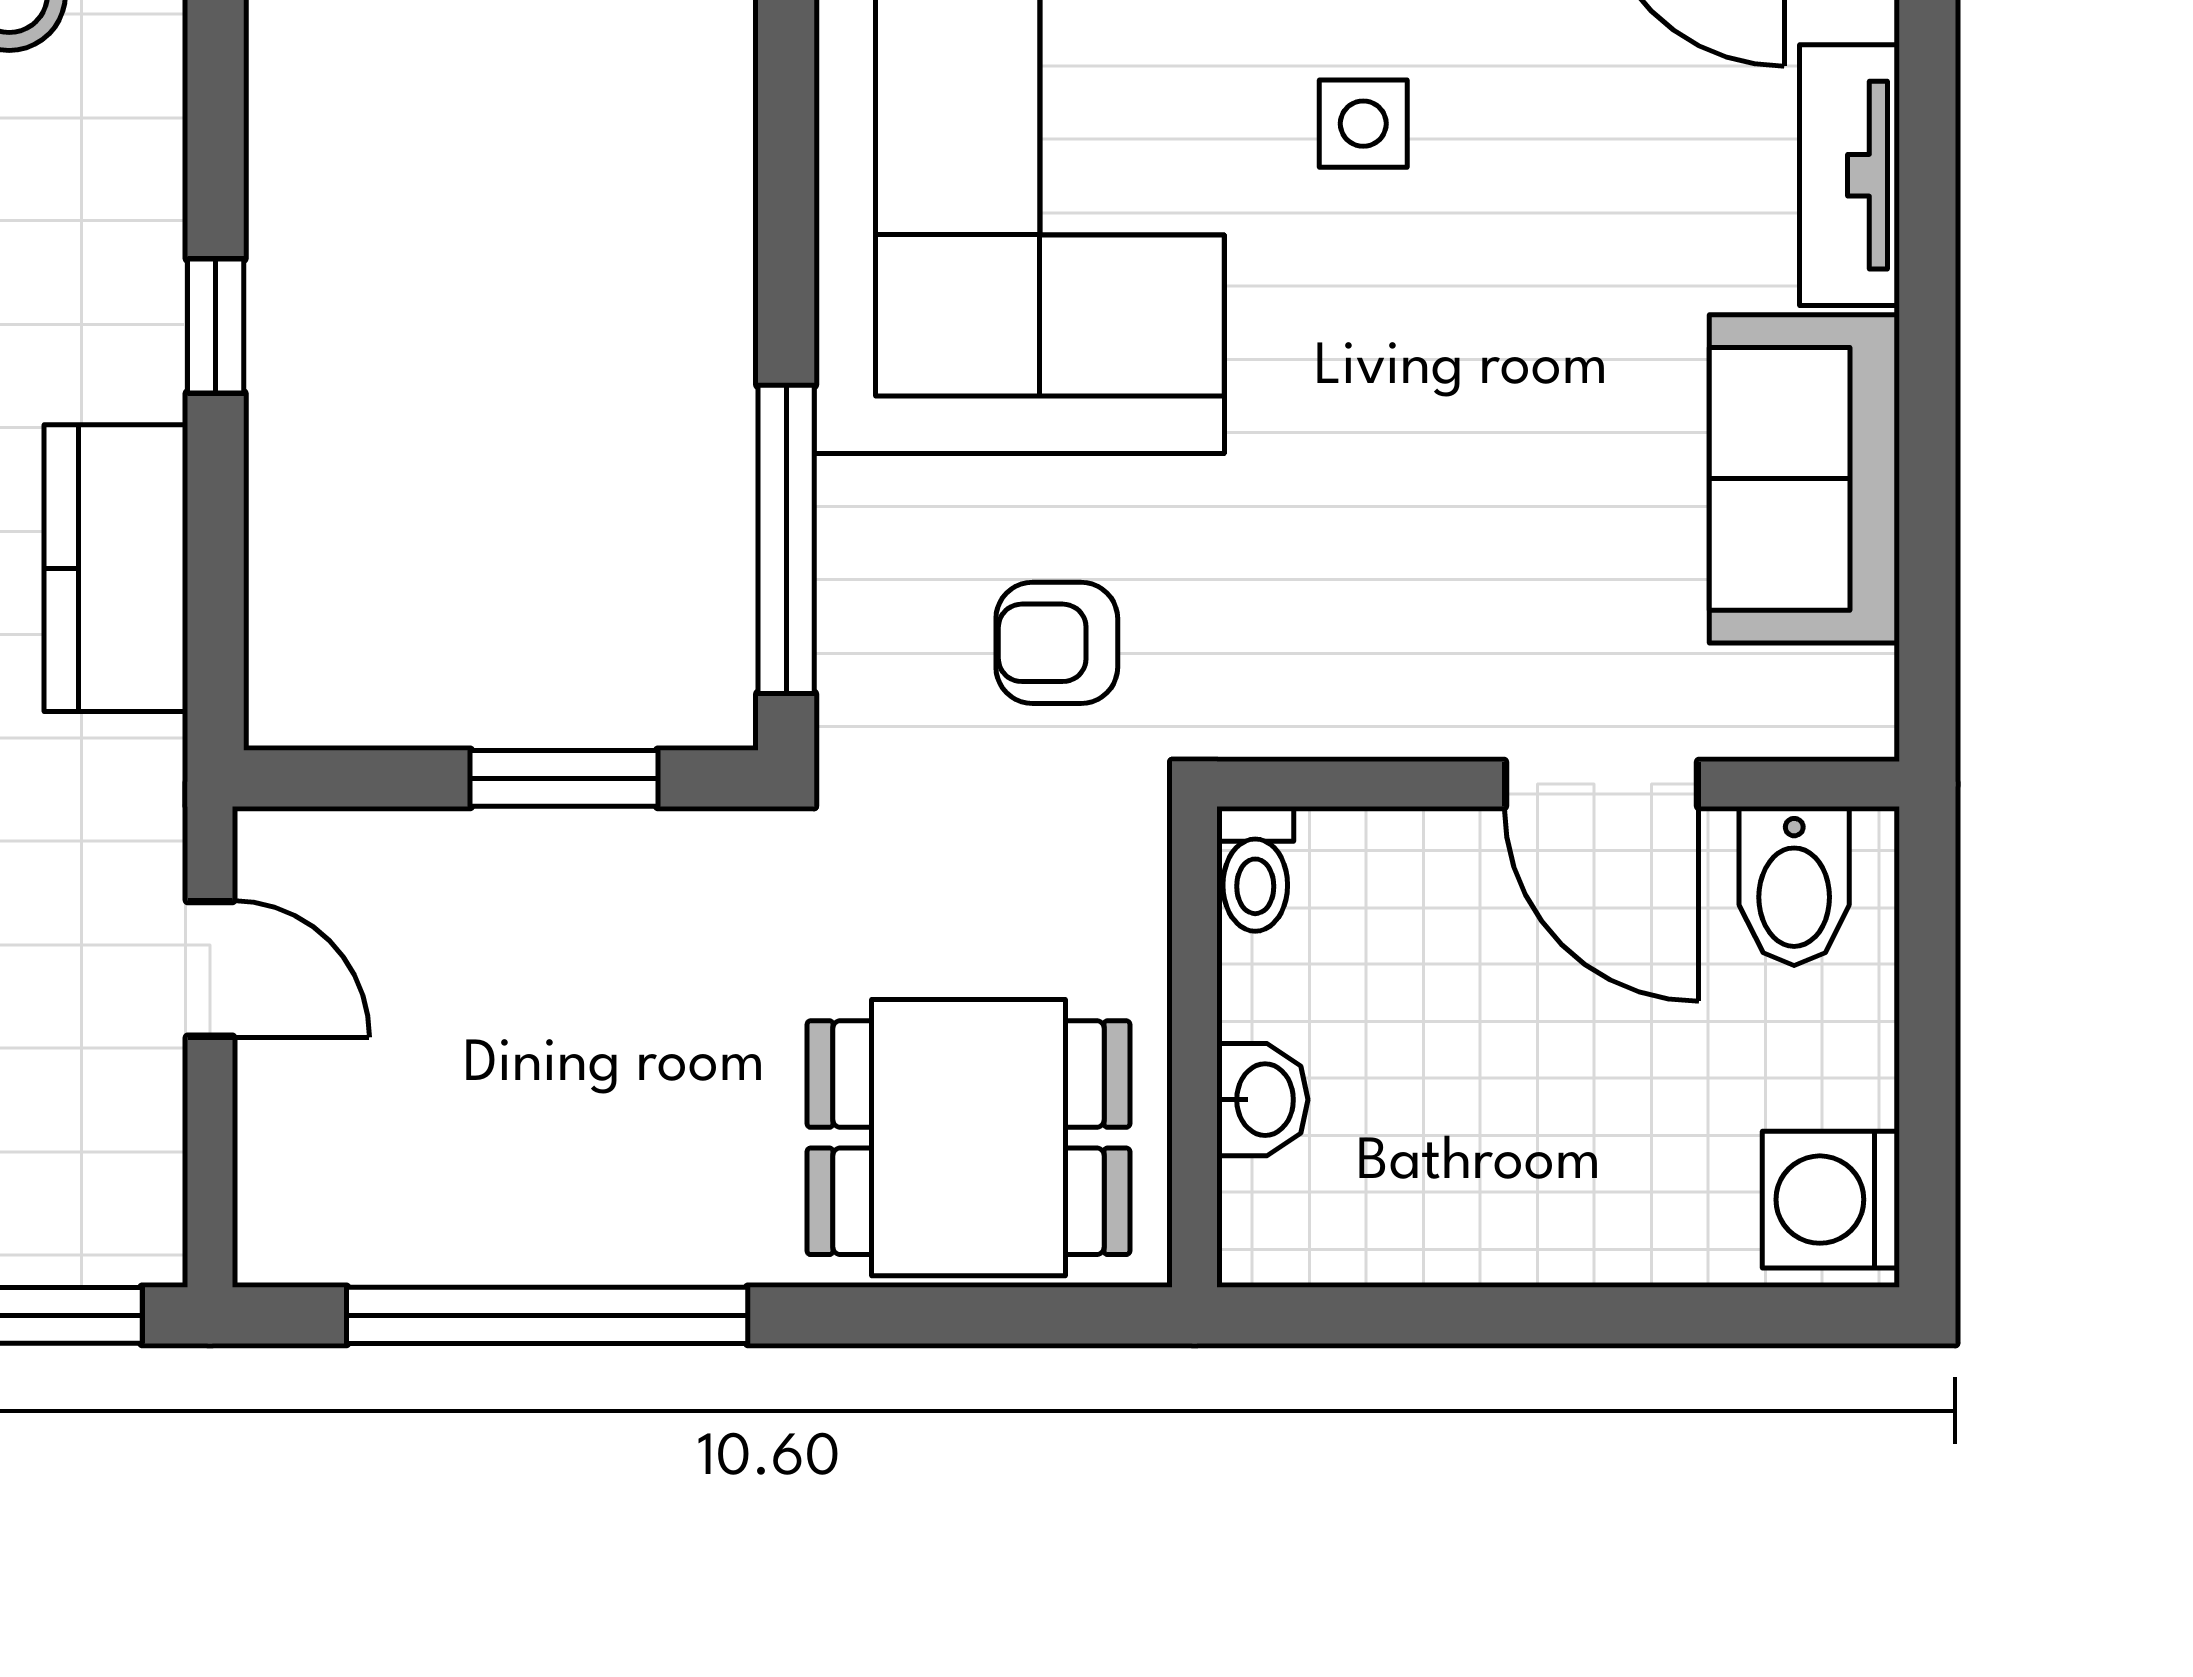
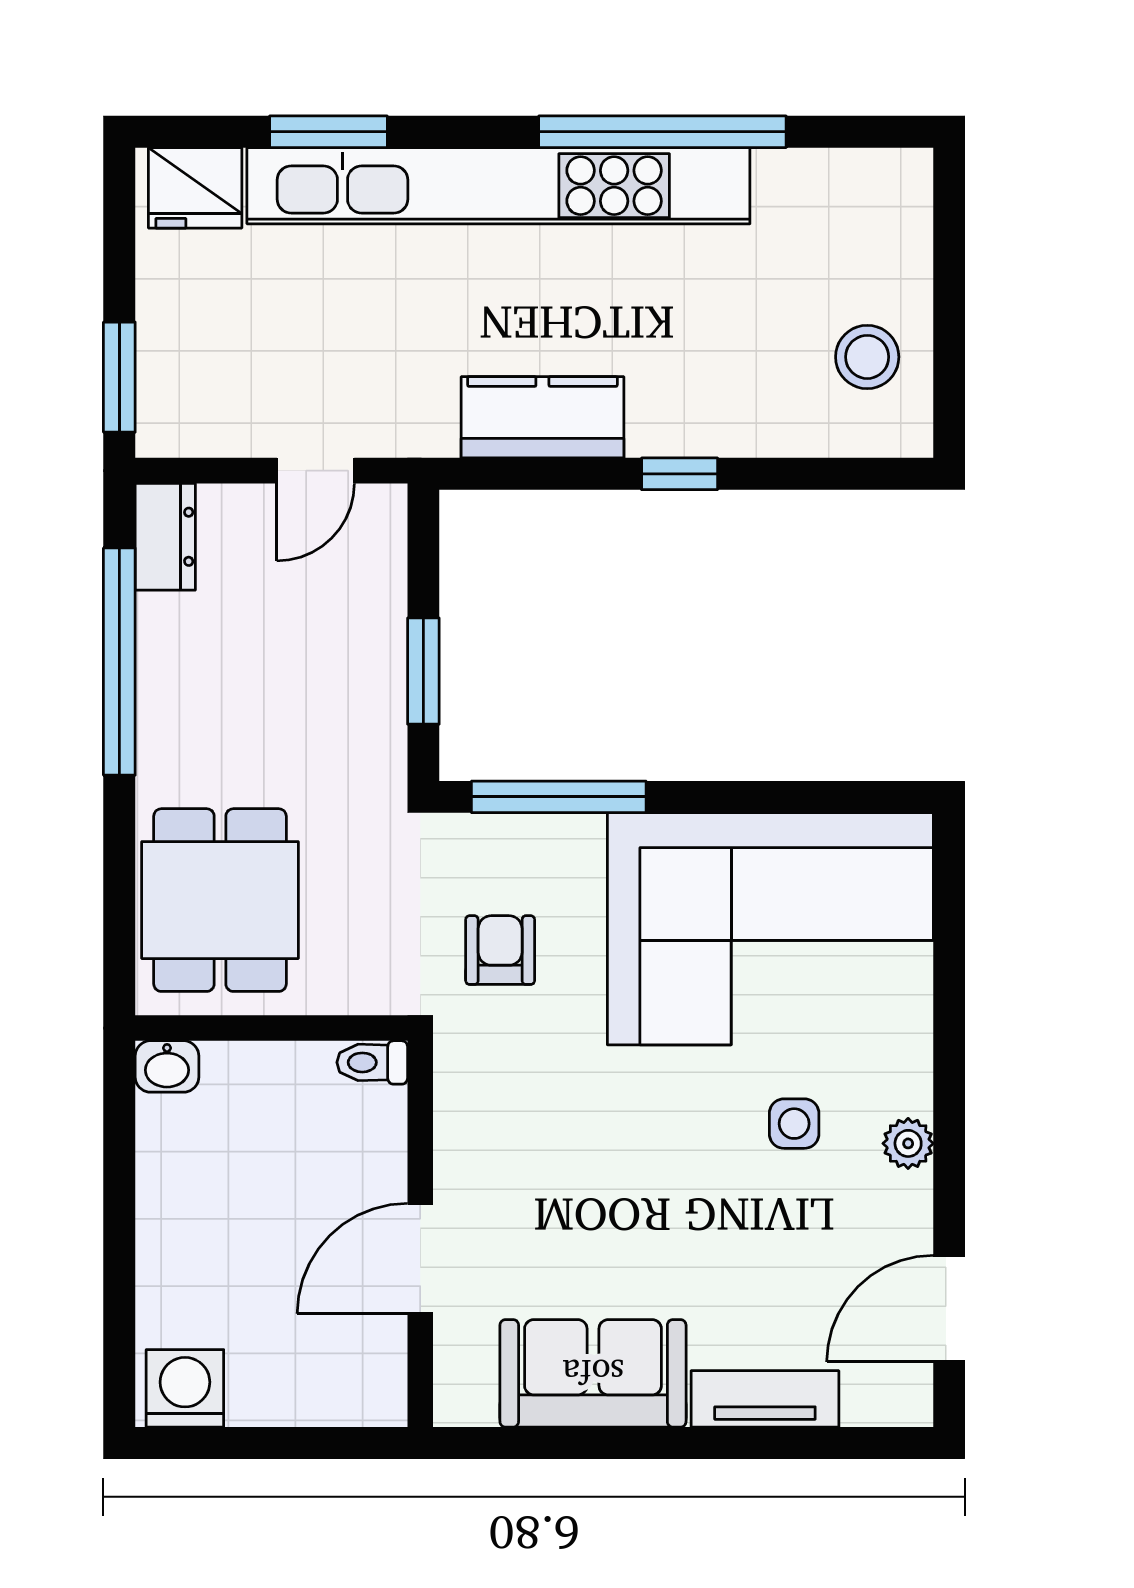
bidet: (1794, 886) -> (362, 1368), removed
washbasin: (1262, 1100) -> (167, 1066), moved
dresser: (327, 1234) -> (165, 537), added

